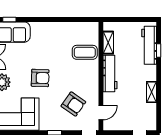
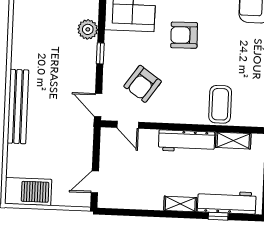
armchair: (40, 78) -> (184, 35), turned 87
shelving: (152, 92) -> (180, 204), moved

